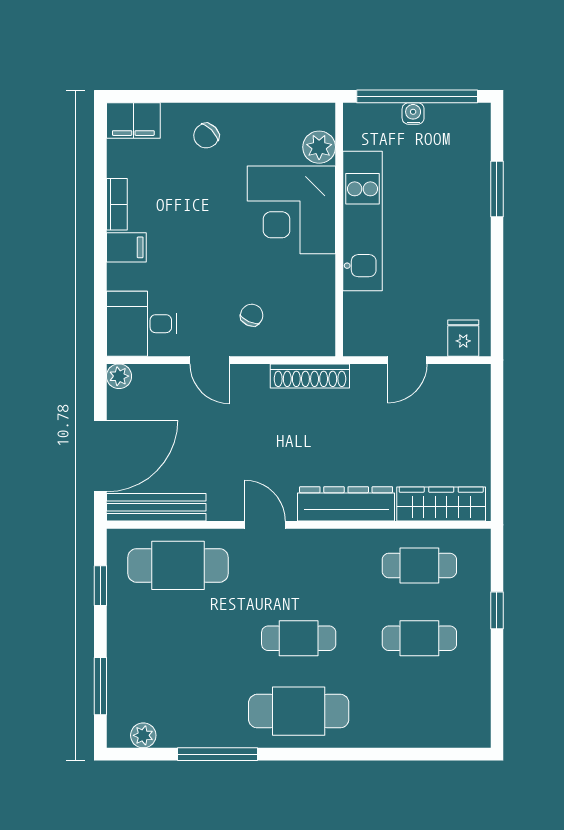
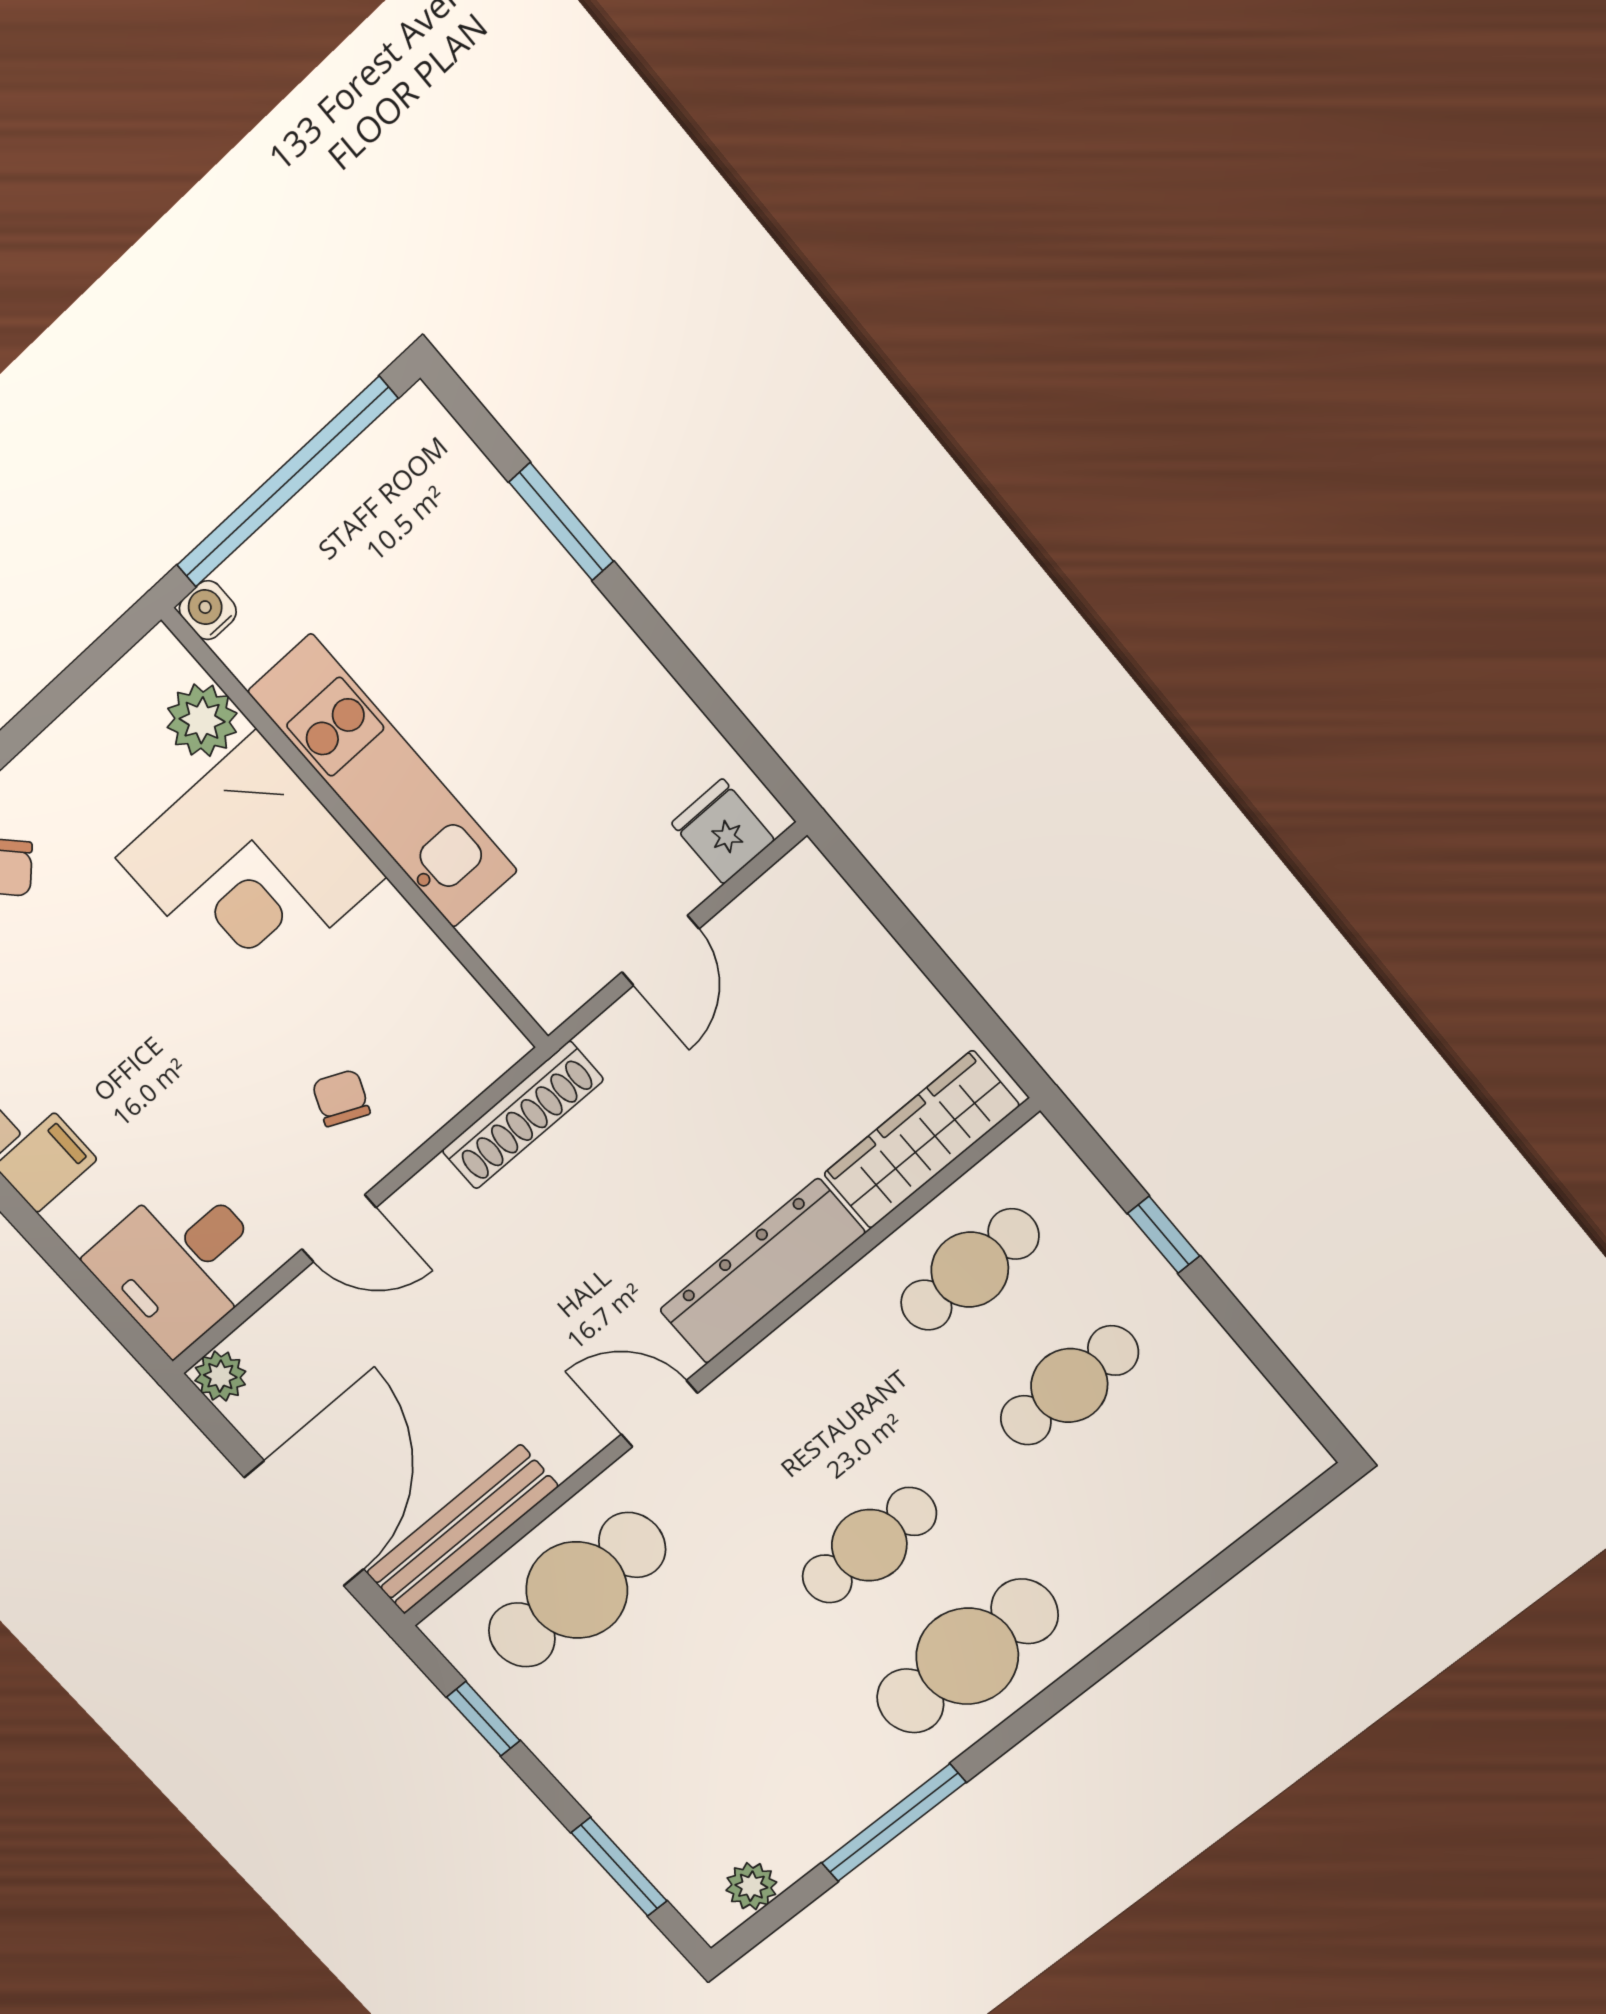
water cooler: (413, 114) -> (208, 610), moved

